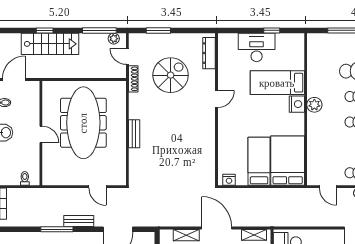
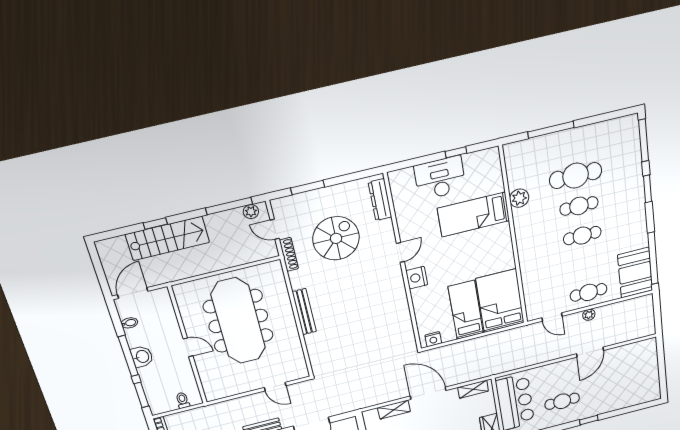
nightstand: (297, 104) -> (417, 278), moved, turned 180
plant: (314, 105) -> (519, 198), moved
bench: (134, 134) -> (304, 312), width x1.36

